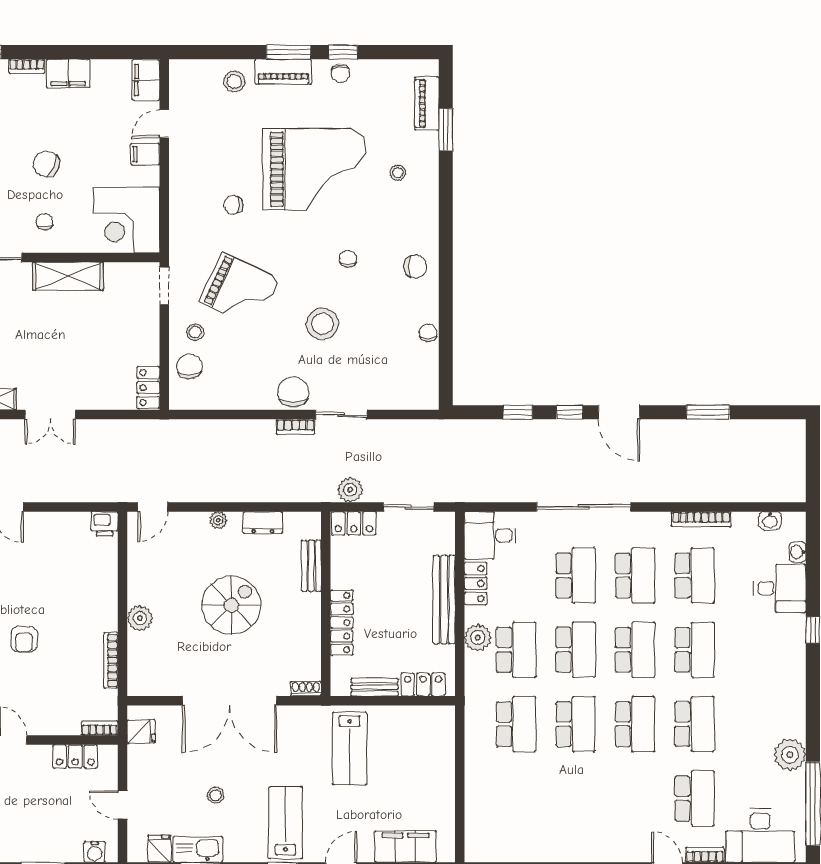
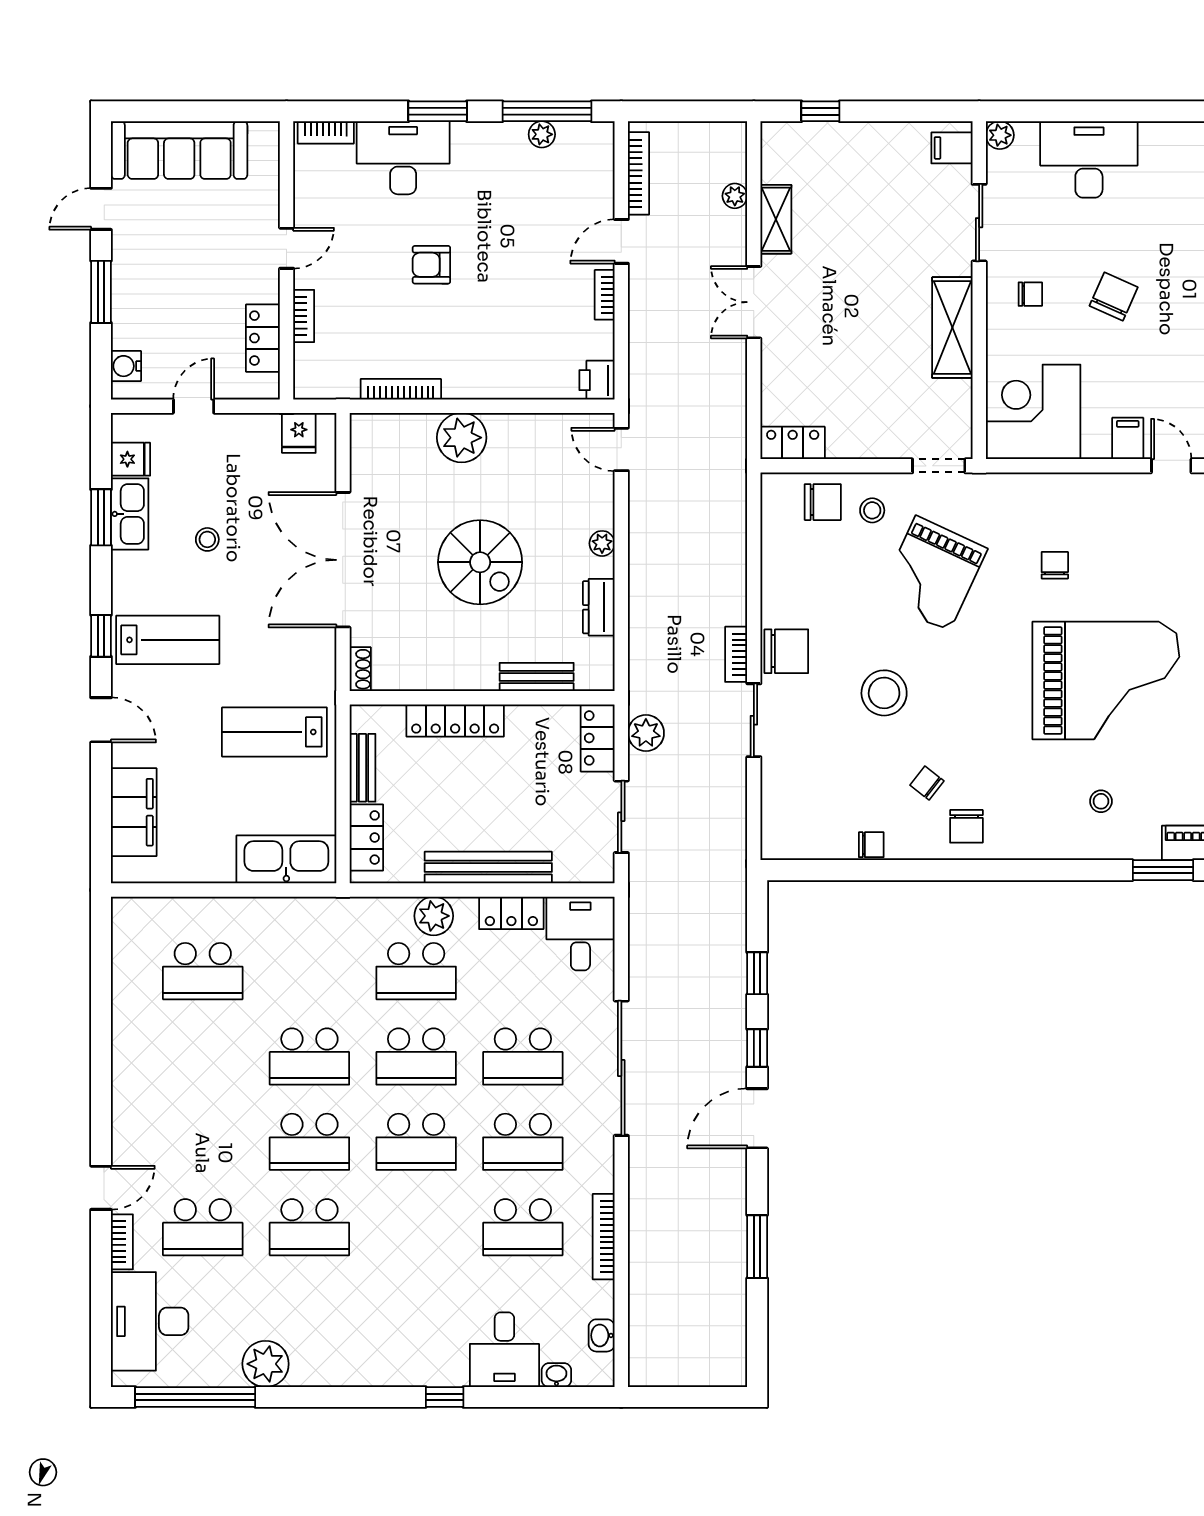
grand piano: (314, 169) -> (1106, 681), turned -90
chair: (348, 259) -> (927, 783), moved, turned -142
bookcase: (45, 518) -> (605, 295), added
plant: (140, 618) -> (462, 438), width x1.36, depth x1.36
school desk: (695, 650) -> (416, 1227), removed
school desk: (516, 724) -> (203, 971), moved
bookcase: (100, 728) -> (304, 316), moved
kitchen sink: (438, 740) -> (286, 859), added

